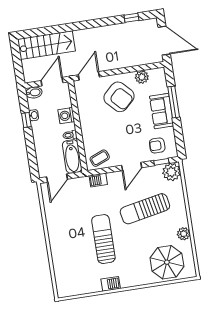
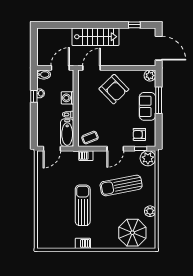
stairs: (46, 45) -> (95, 37), moved
plant: (142, 77) -> (150, 76), moved

